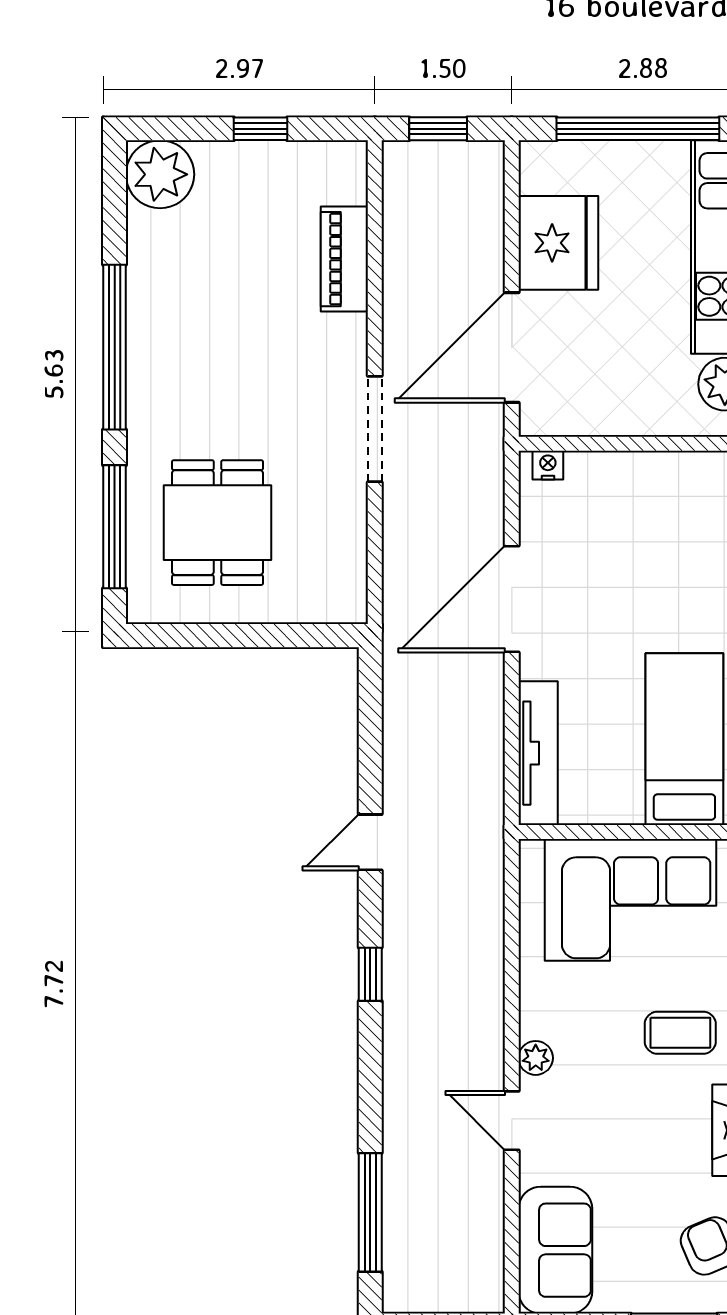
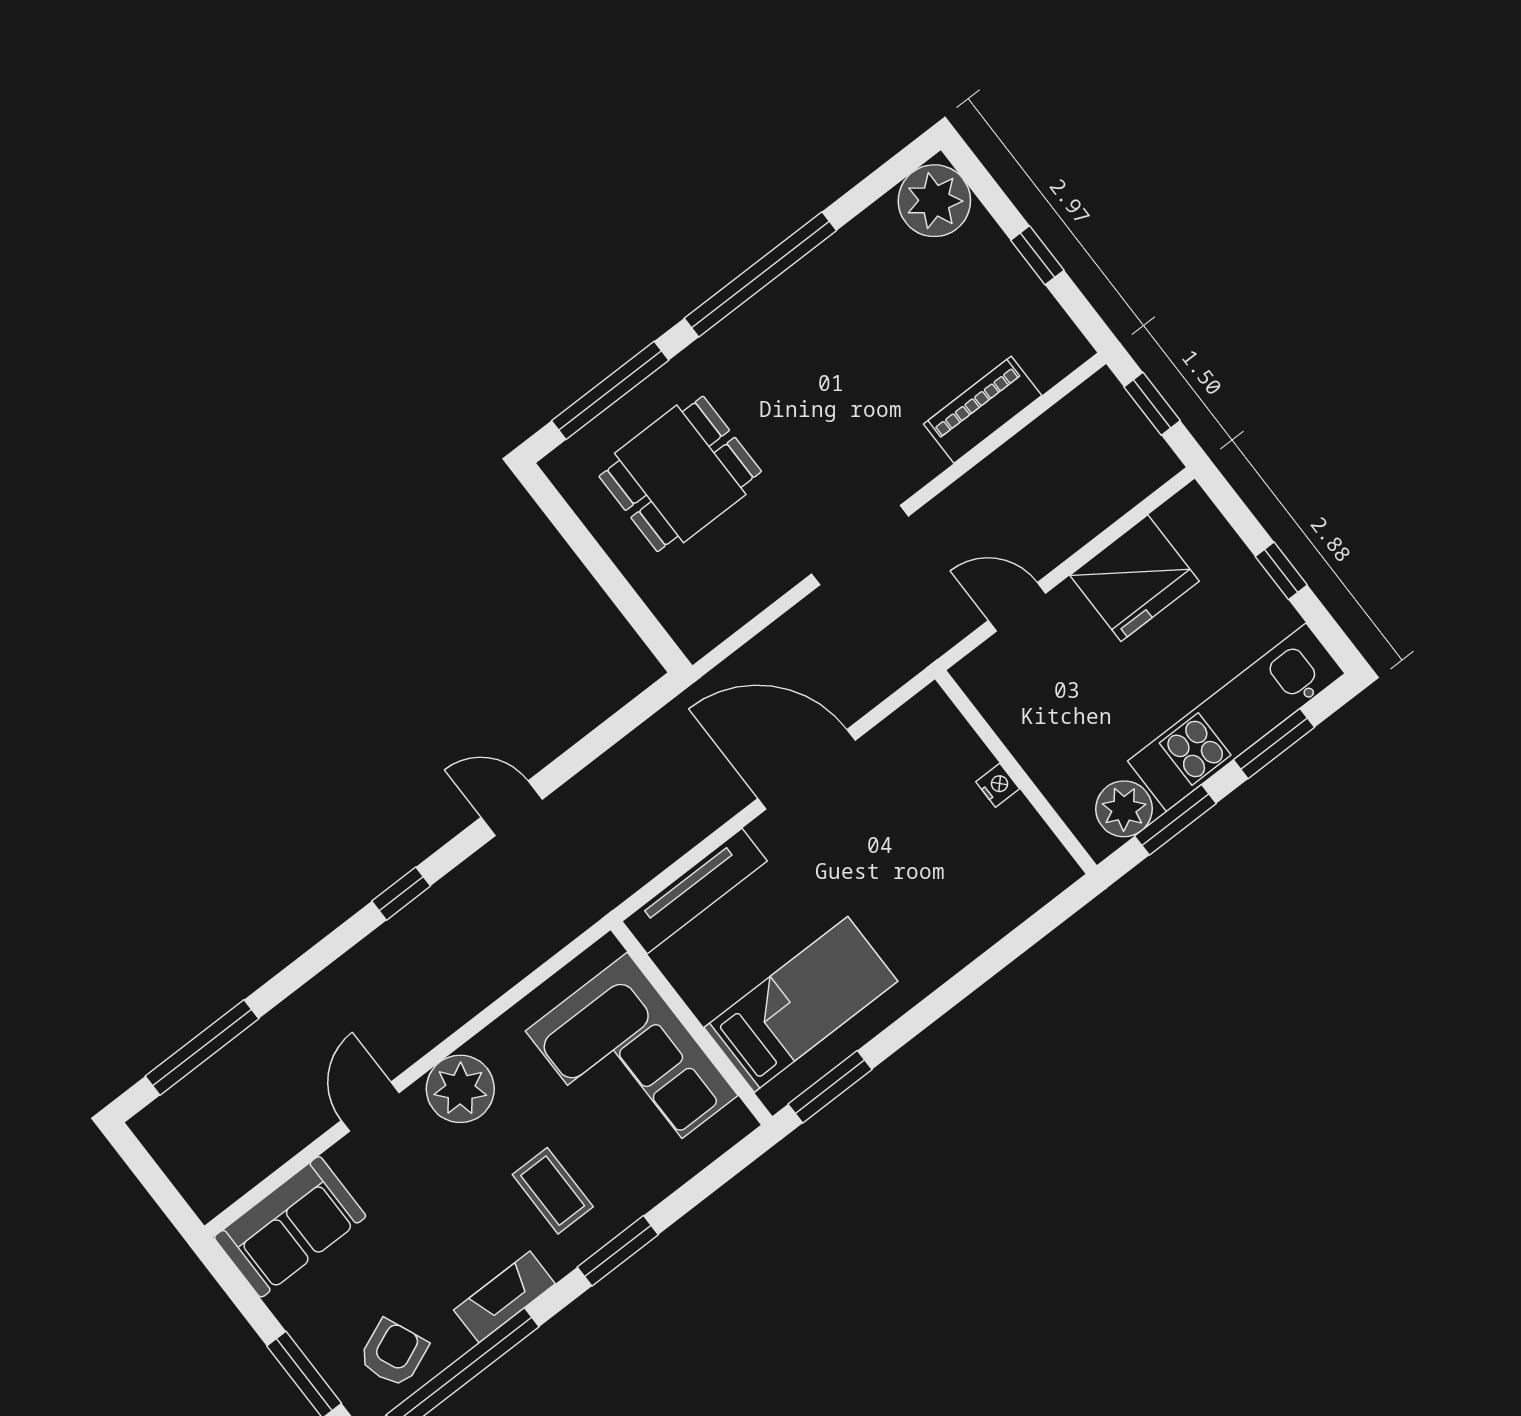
window: (638, 129) -> (1281, 571), width x0.32
door: (512, 347) -> (1017, 607), width x0.53
nightstand: (548, 465) -> (998, 785), moved
plant: (536, 1058) -> (460, 1089), width x1.88, depth x1.88

